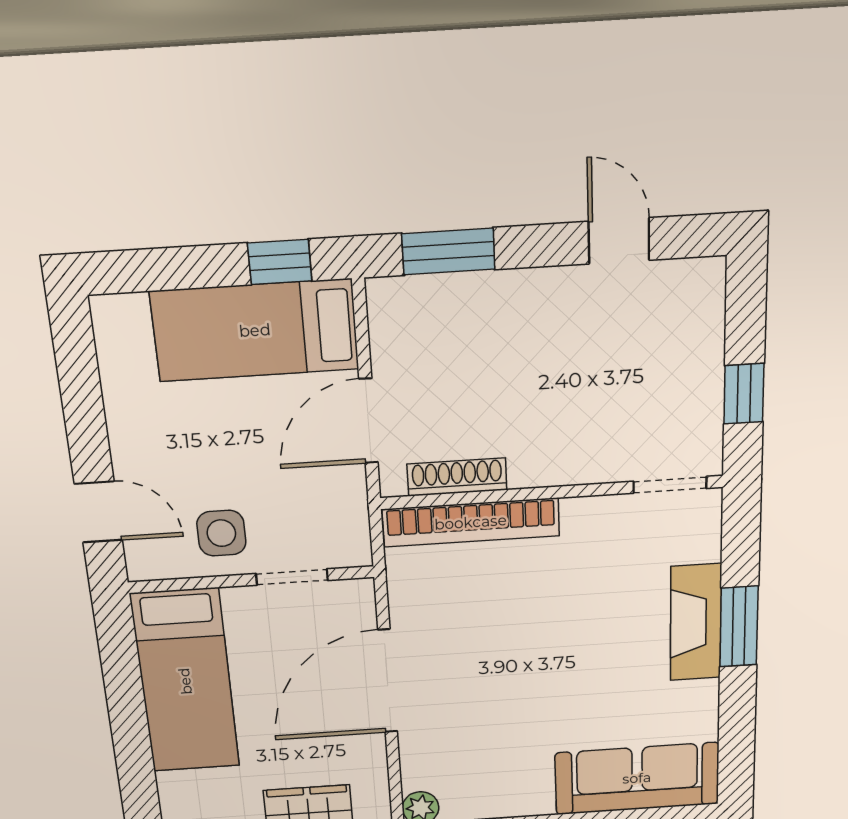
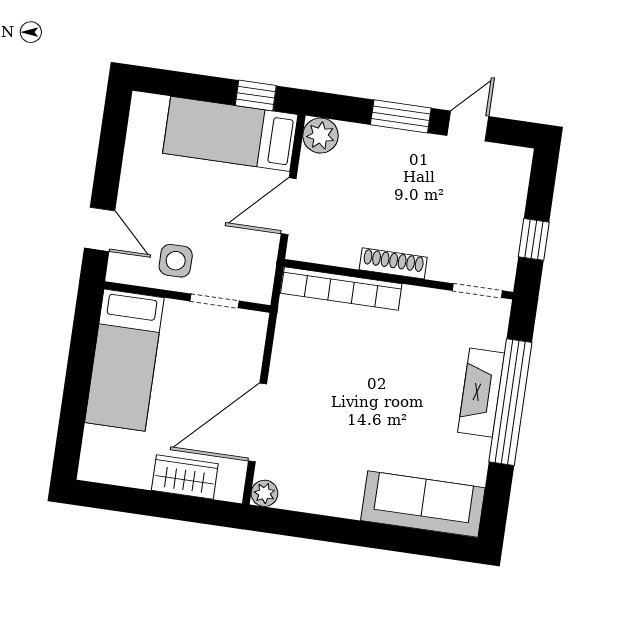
door: (619, 241) -> (468, 126), hinge flipped
window: (448, 251) -> (401, 116), moved
plant: (394, 304) -> (321, 136), added
shoe rack: (457, 477) -> (393, 263), moved
window: (739, 627) -> (510, 402), width x2.11
door: (388, 681) -> (257, 422), moved

